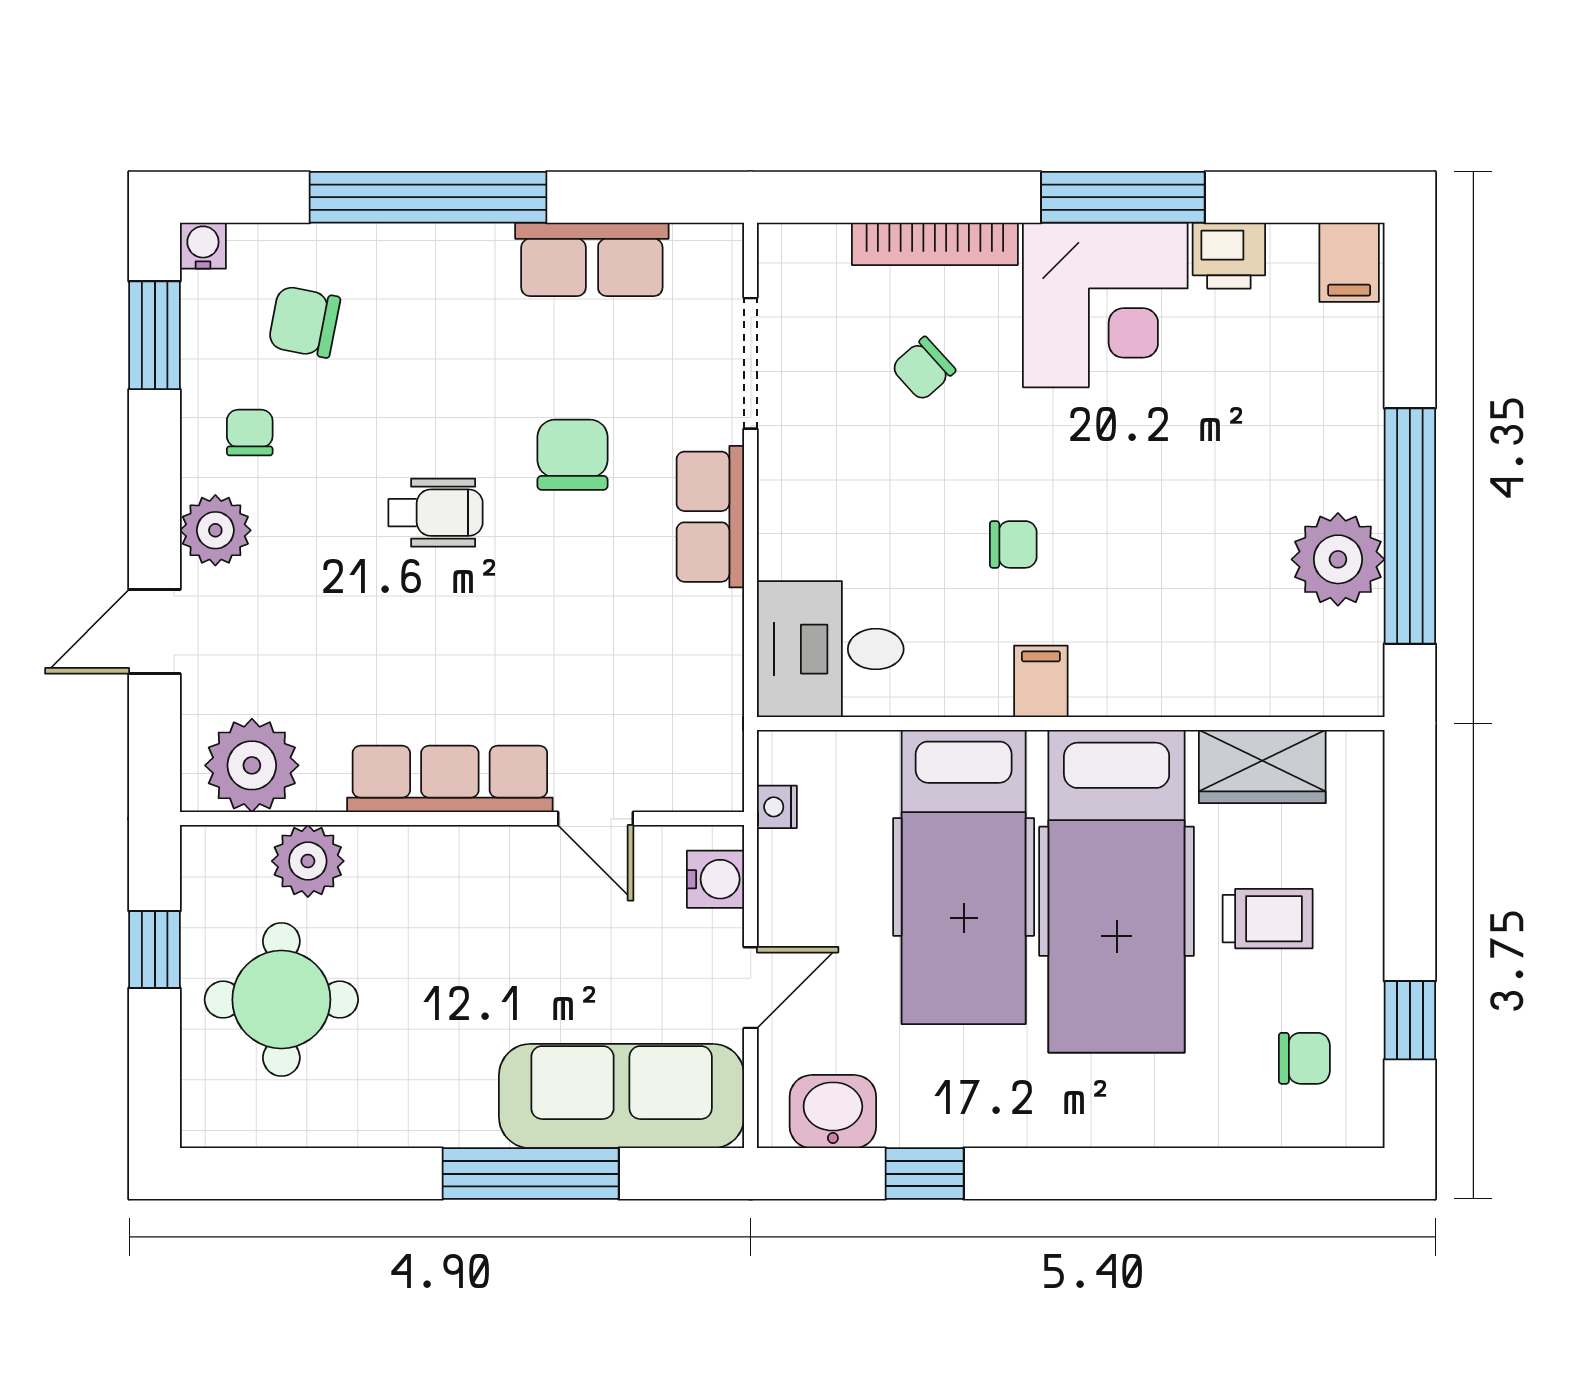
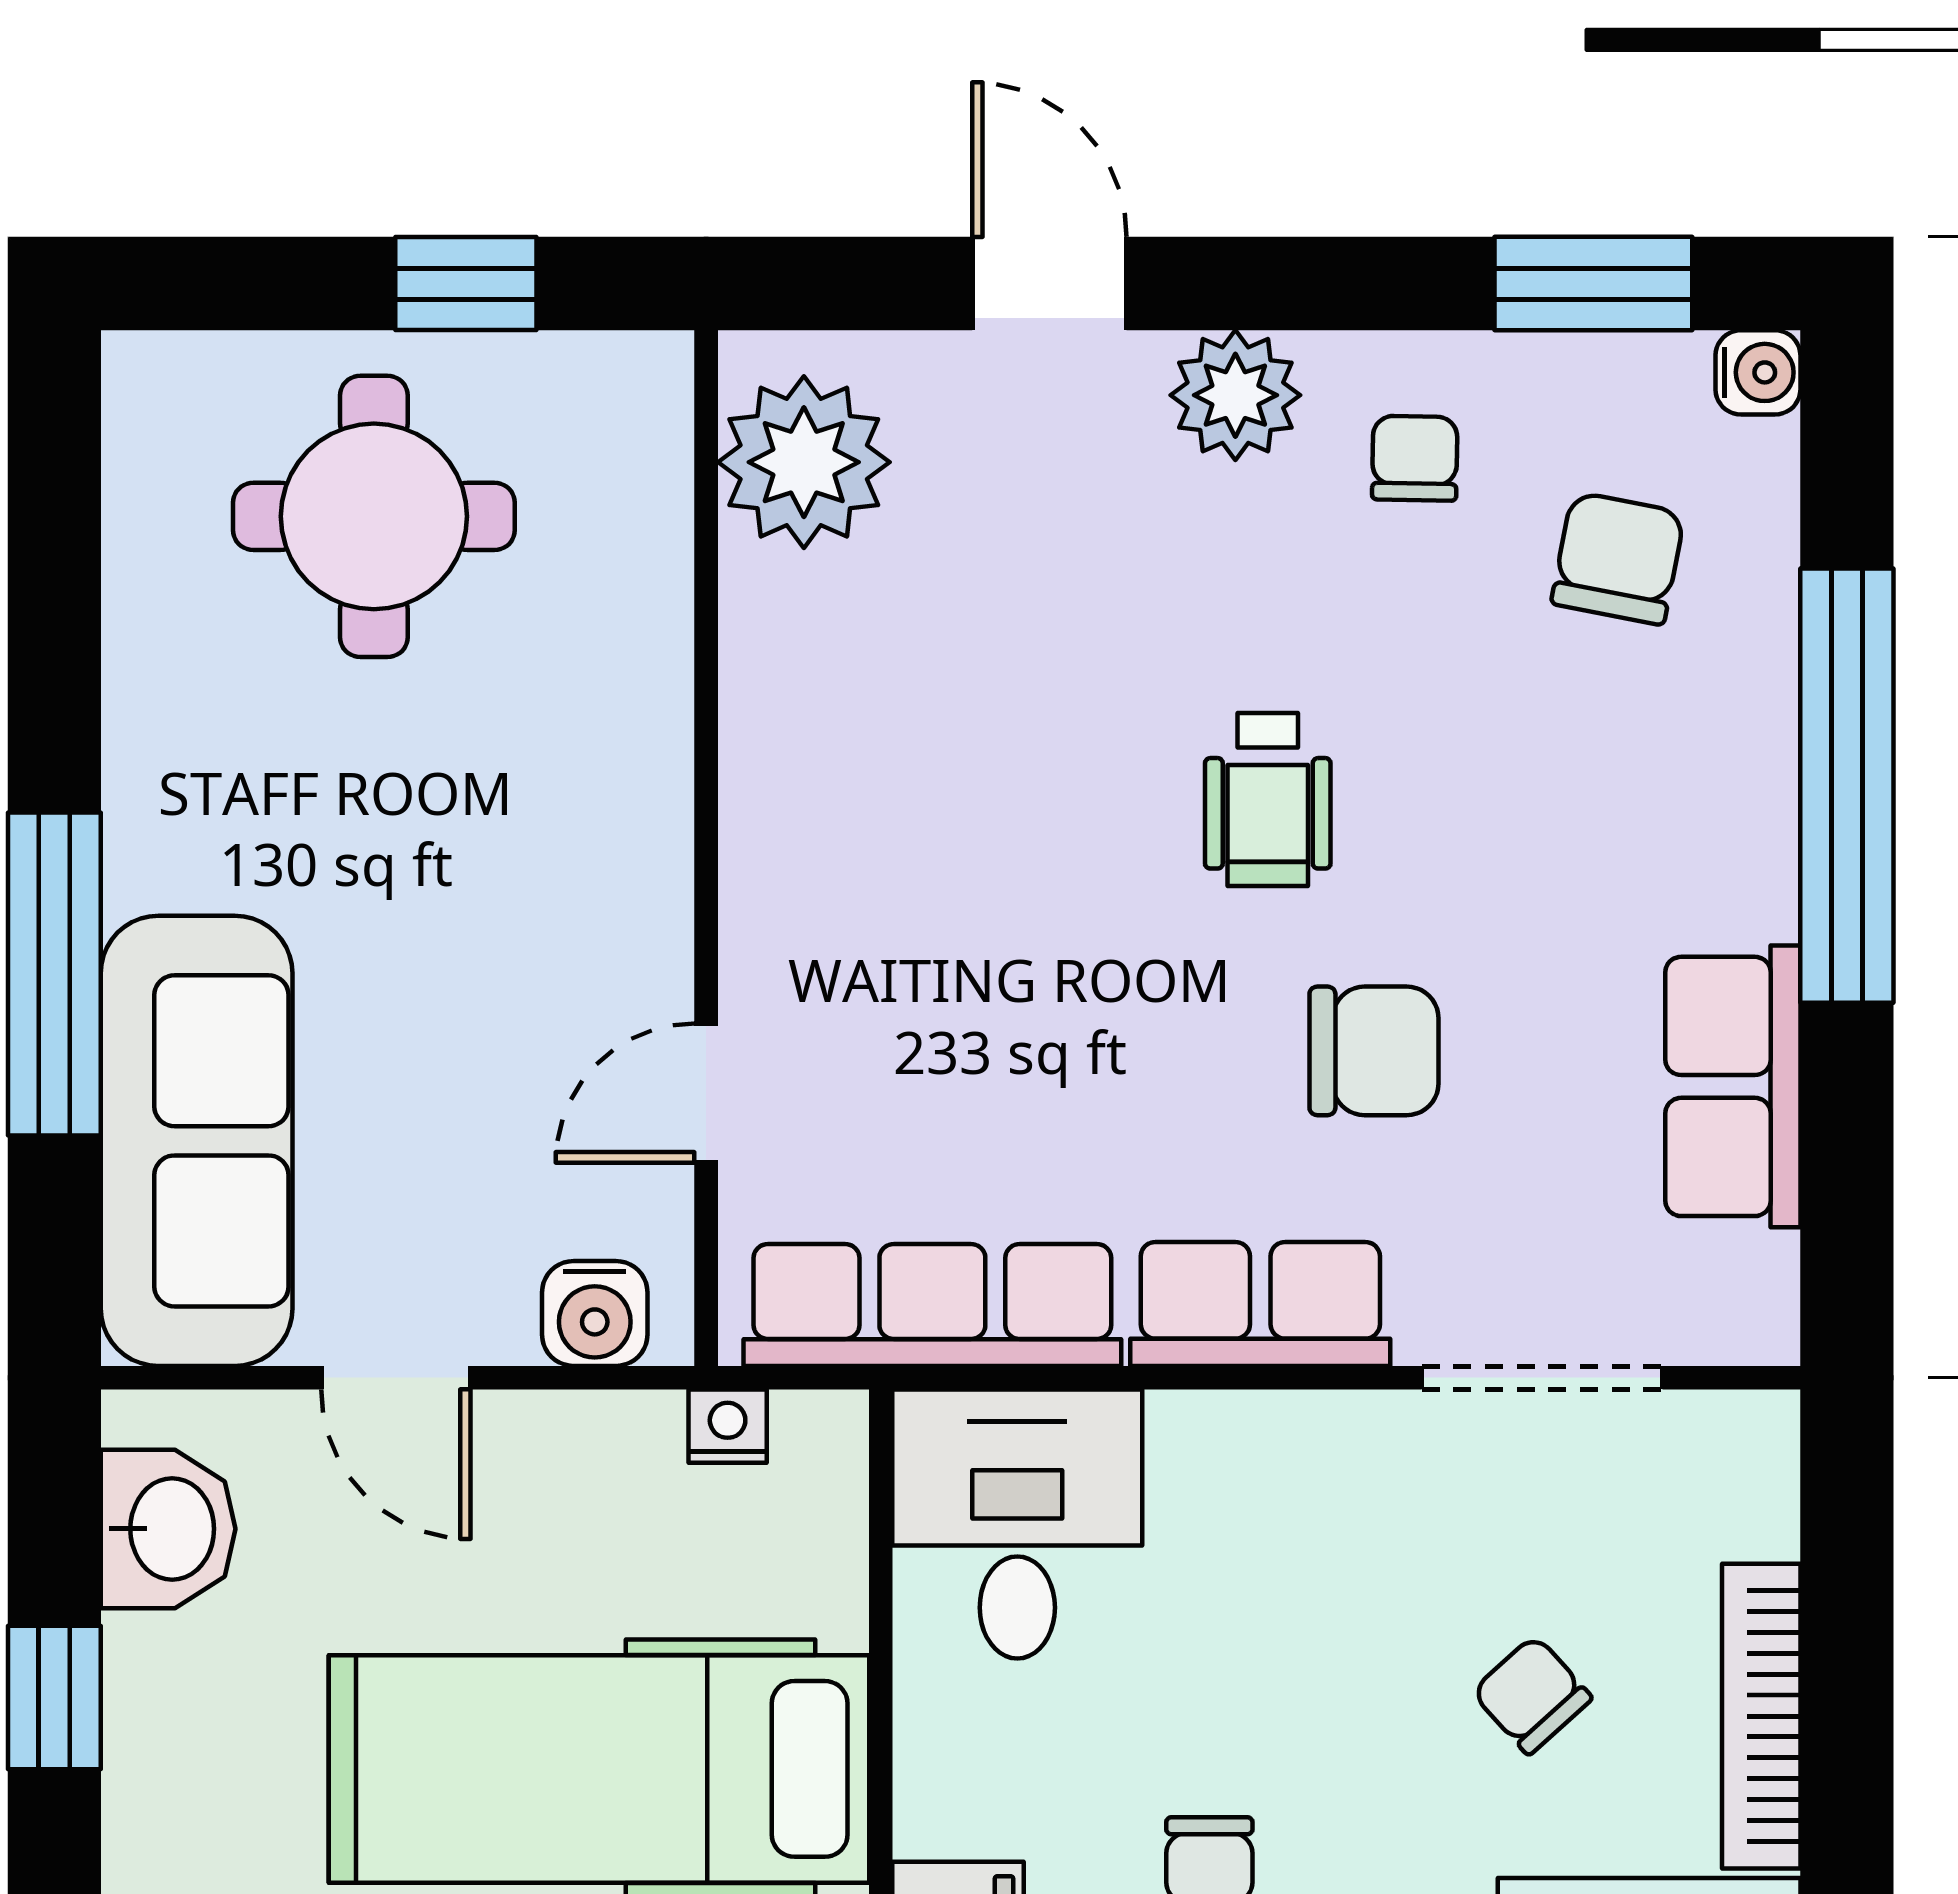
chair: (250, 433) -> (1415, 458), turned -89
row of seats: (450, 779) -> (932, 1305), moved, turned -90
plant: (308, 861) -> (628, 565), removed

